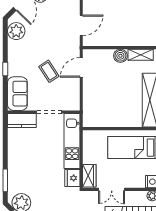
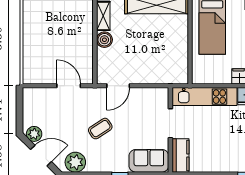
door: (81, 67) -> (118, 86), hinge flipped
coffee table: (49, 71) -> (100, 129), moved

